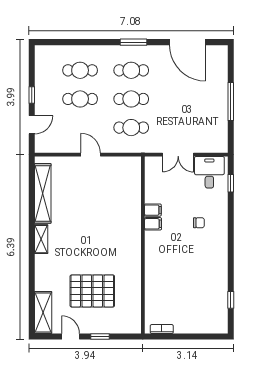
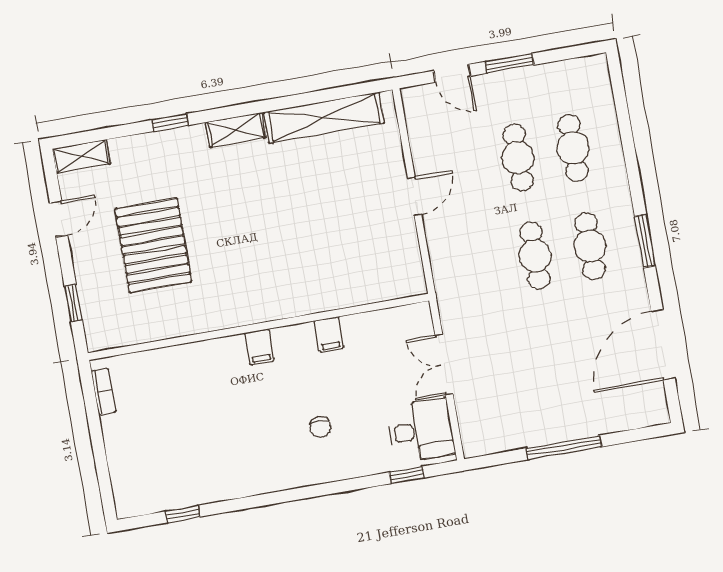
window: (32, 95) -> (509, 63), width x1.50
cafe table: (131, 128) -> (480, 265), removed
filing cabinet: (153, 224) -> (259, 347), moved
window: (32, 272) -> (170, 123), added
shelving: (43, 312) -> (81, 156), width x0.67, depth x0.75
window: (100, 337) -> (73, 303), moved

